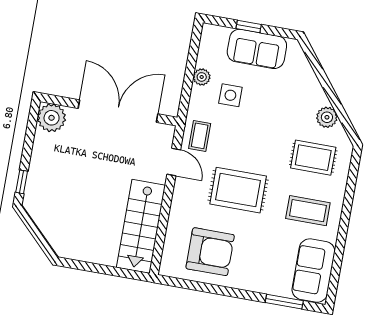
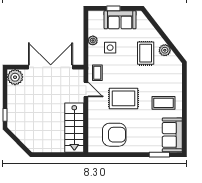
rug: (313, 158) -> (146, 53), moved, turned 90

